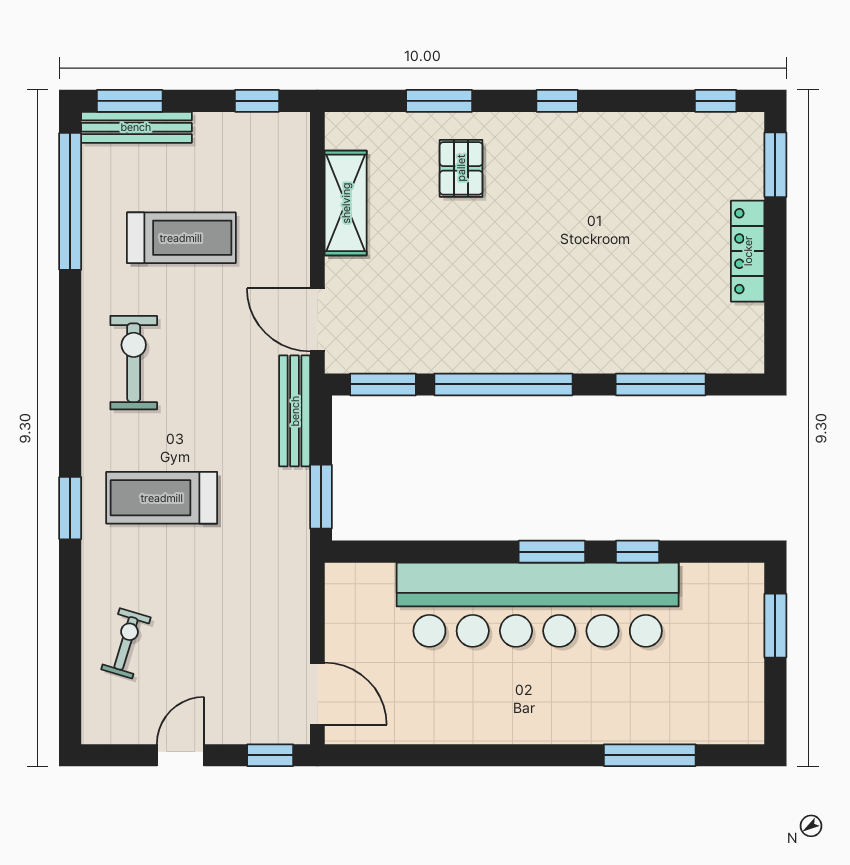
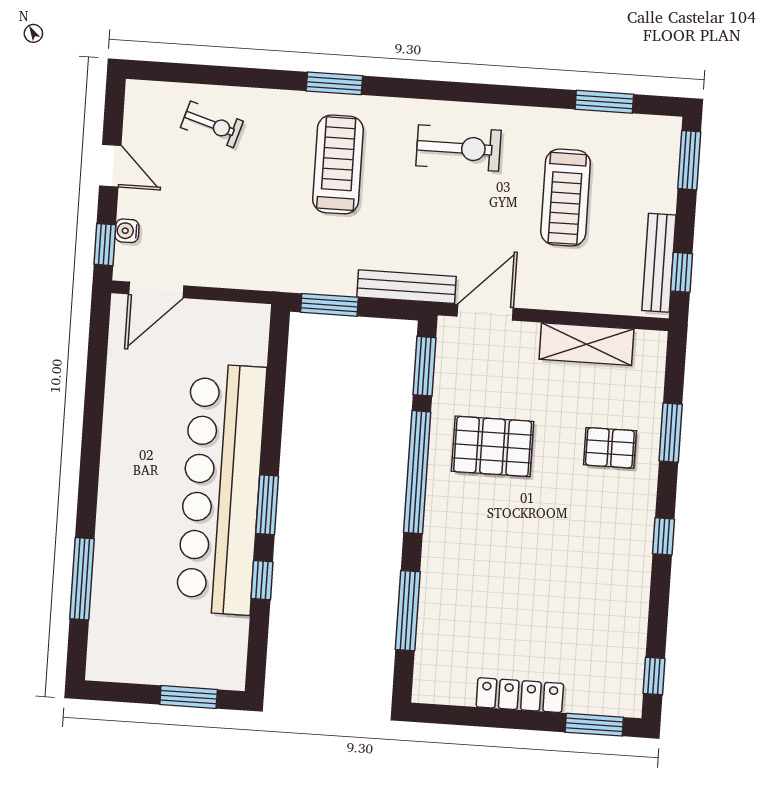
bench: (136, 127) -> (659, 263), moved
window: (70, 201) -> (604, 102), width x0.47
pallet: (468, 301) -> (493, 446), added
water cooler: (253, 731) -> (127, 231), added

